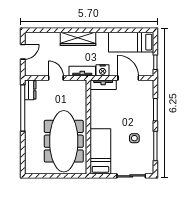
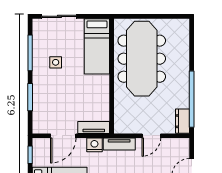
door: (56, 78) -> (151, 136), hinge flipped
door: (128, 78) -> (63, 136), hinge flipped

